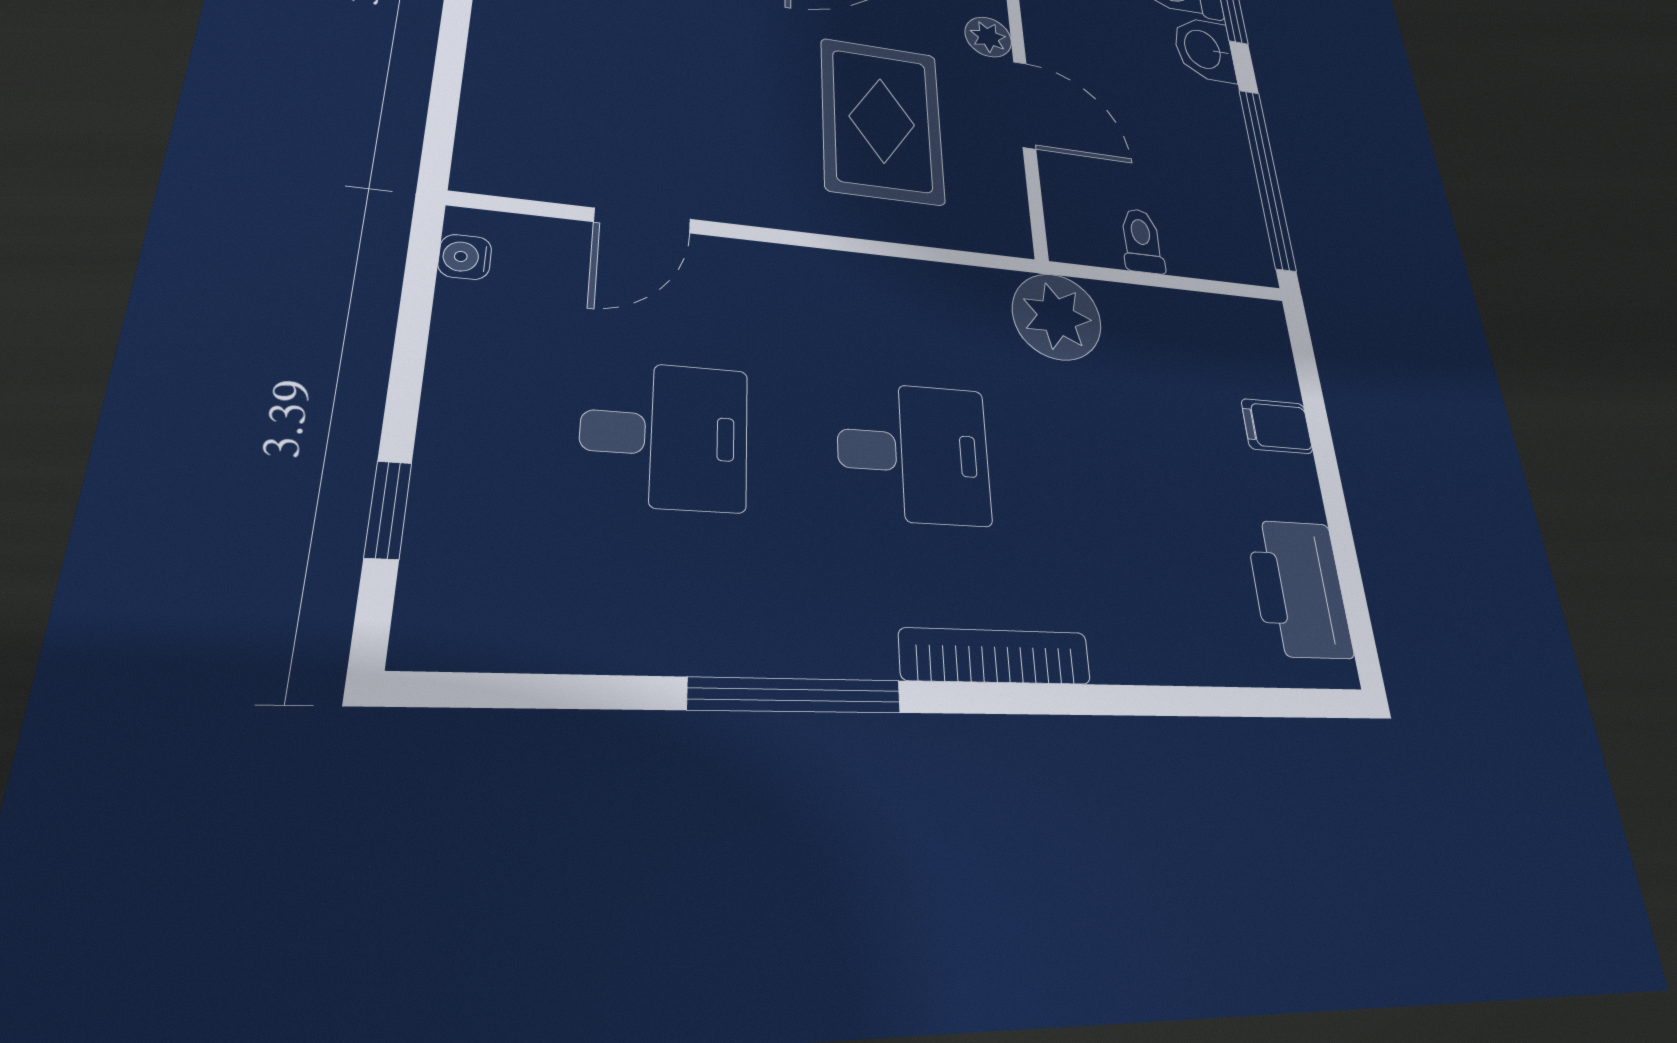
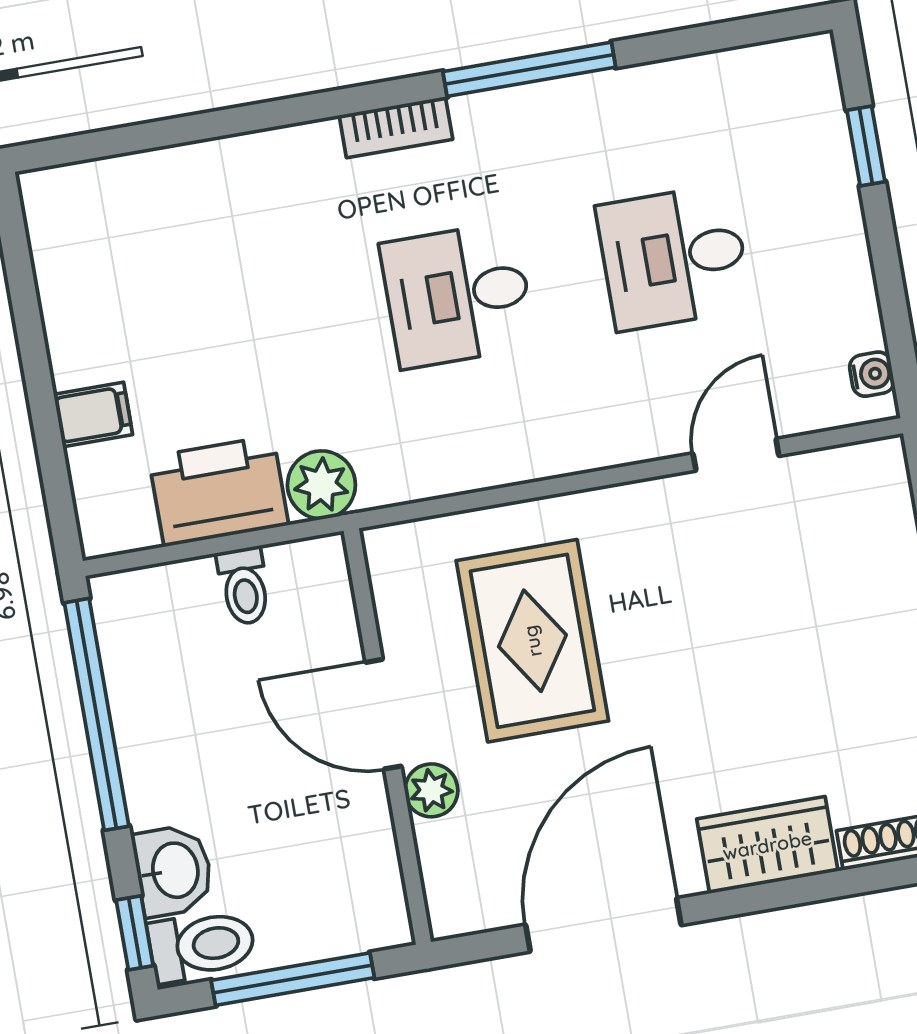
plant: (1057, 317) -> (321, 485), width x0.73, depth x0.73
printer: (1299, 588) -> (219, 491), moved, turned -90
bookcase: (995, 656) -> (396, 127), width x0.64

